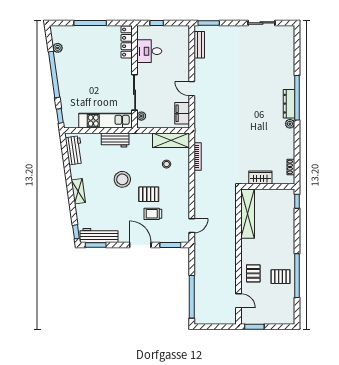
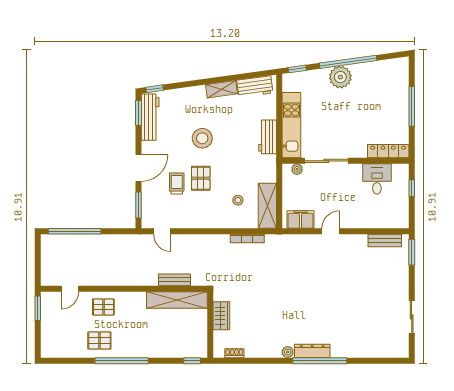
plant: (58, 48) -> (340, 77), moved, width x1.88, depth x1.88
stool: (122, 179) -> (202, 138), moved
shelving: (78, 191) -> (222, 89), moved
bench: (231, 216) -> (174, 280), added
window: (297, 276) -> (122, 361), moved
pallet: (280, 277) -> (99, 340), turned 90

